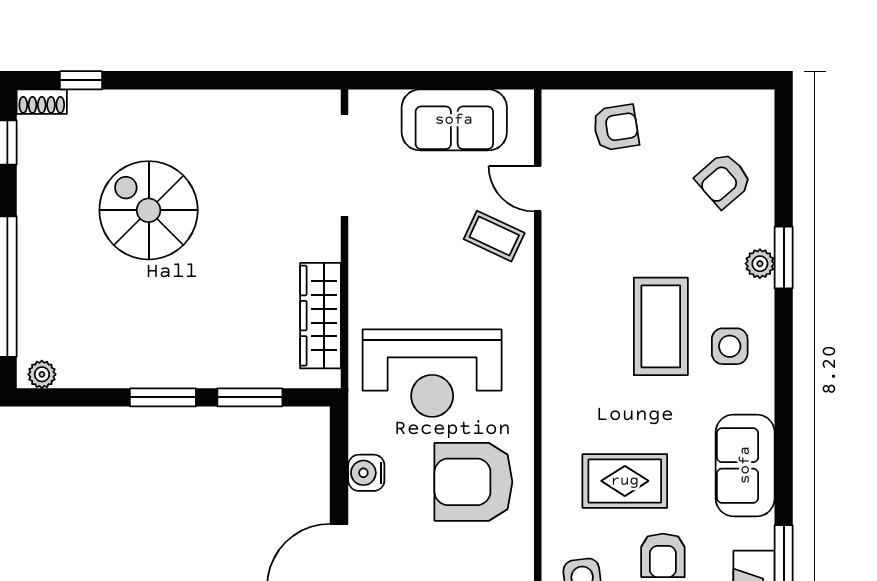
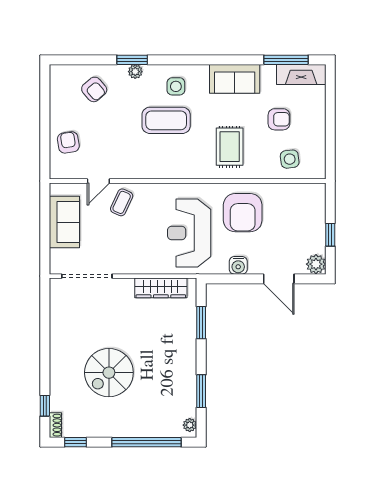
reception desk: (432, 373) -> (189, 233), turned 180
window: (163, 397) -> (201, 391), moved
rug: (625, 481) -> (230, 147), moved

